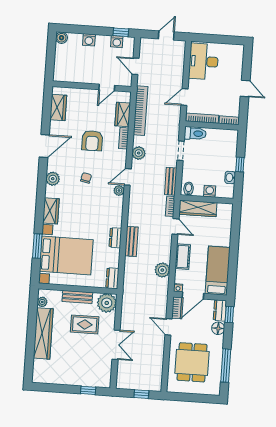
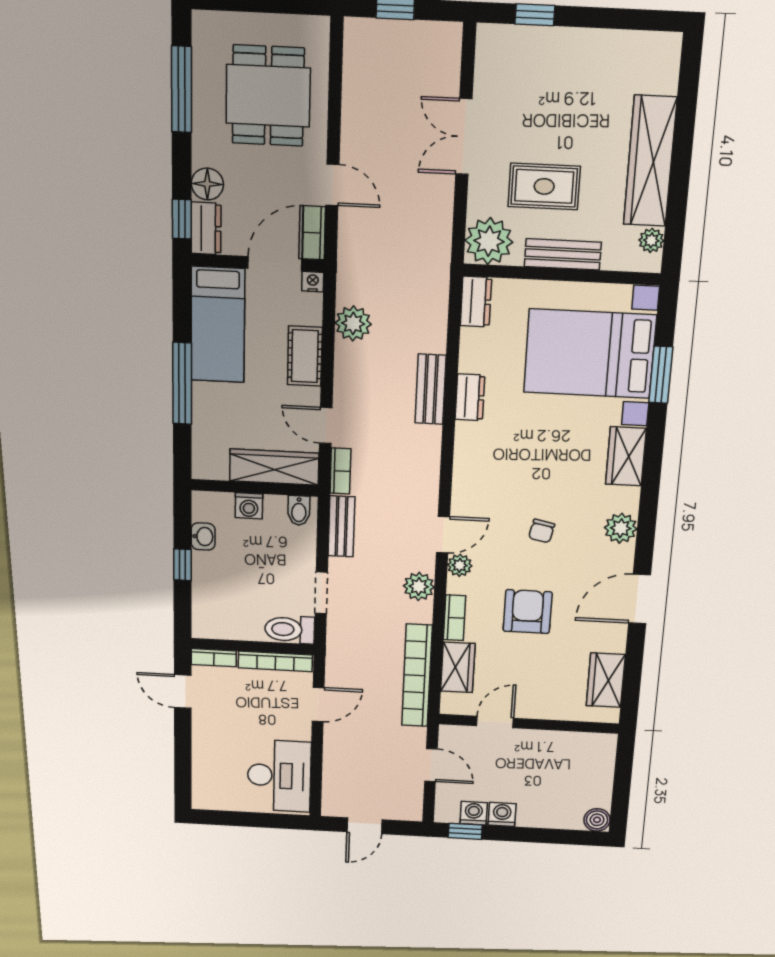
washing machine: (89, 40) -> (502, 814), moved
door: (245, 89) -> (183, 691), moved
plant: (119, 191) -> (460, 565), moved
window: (234, 246) -> (182, 383), added

